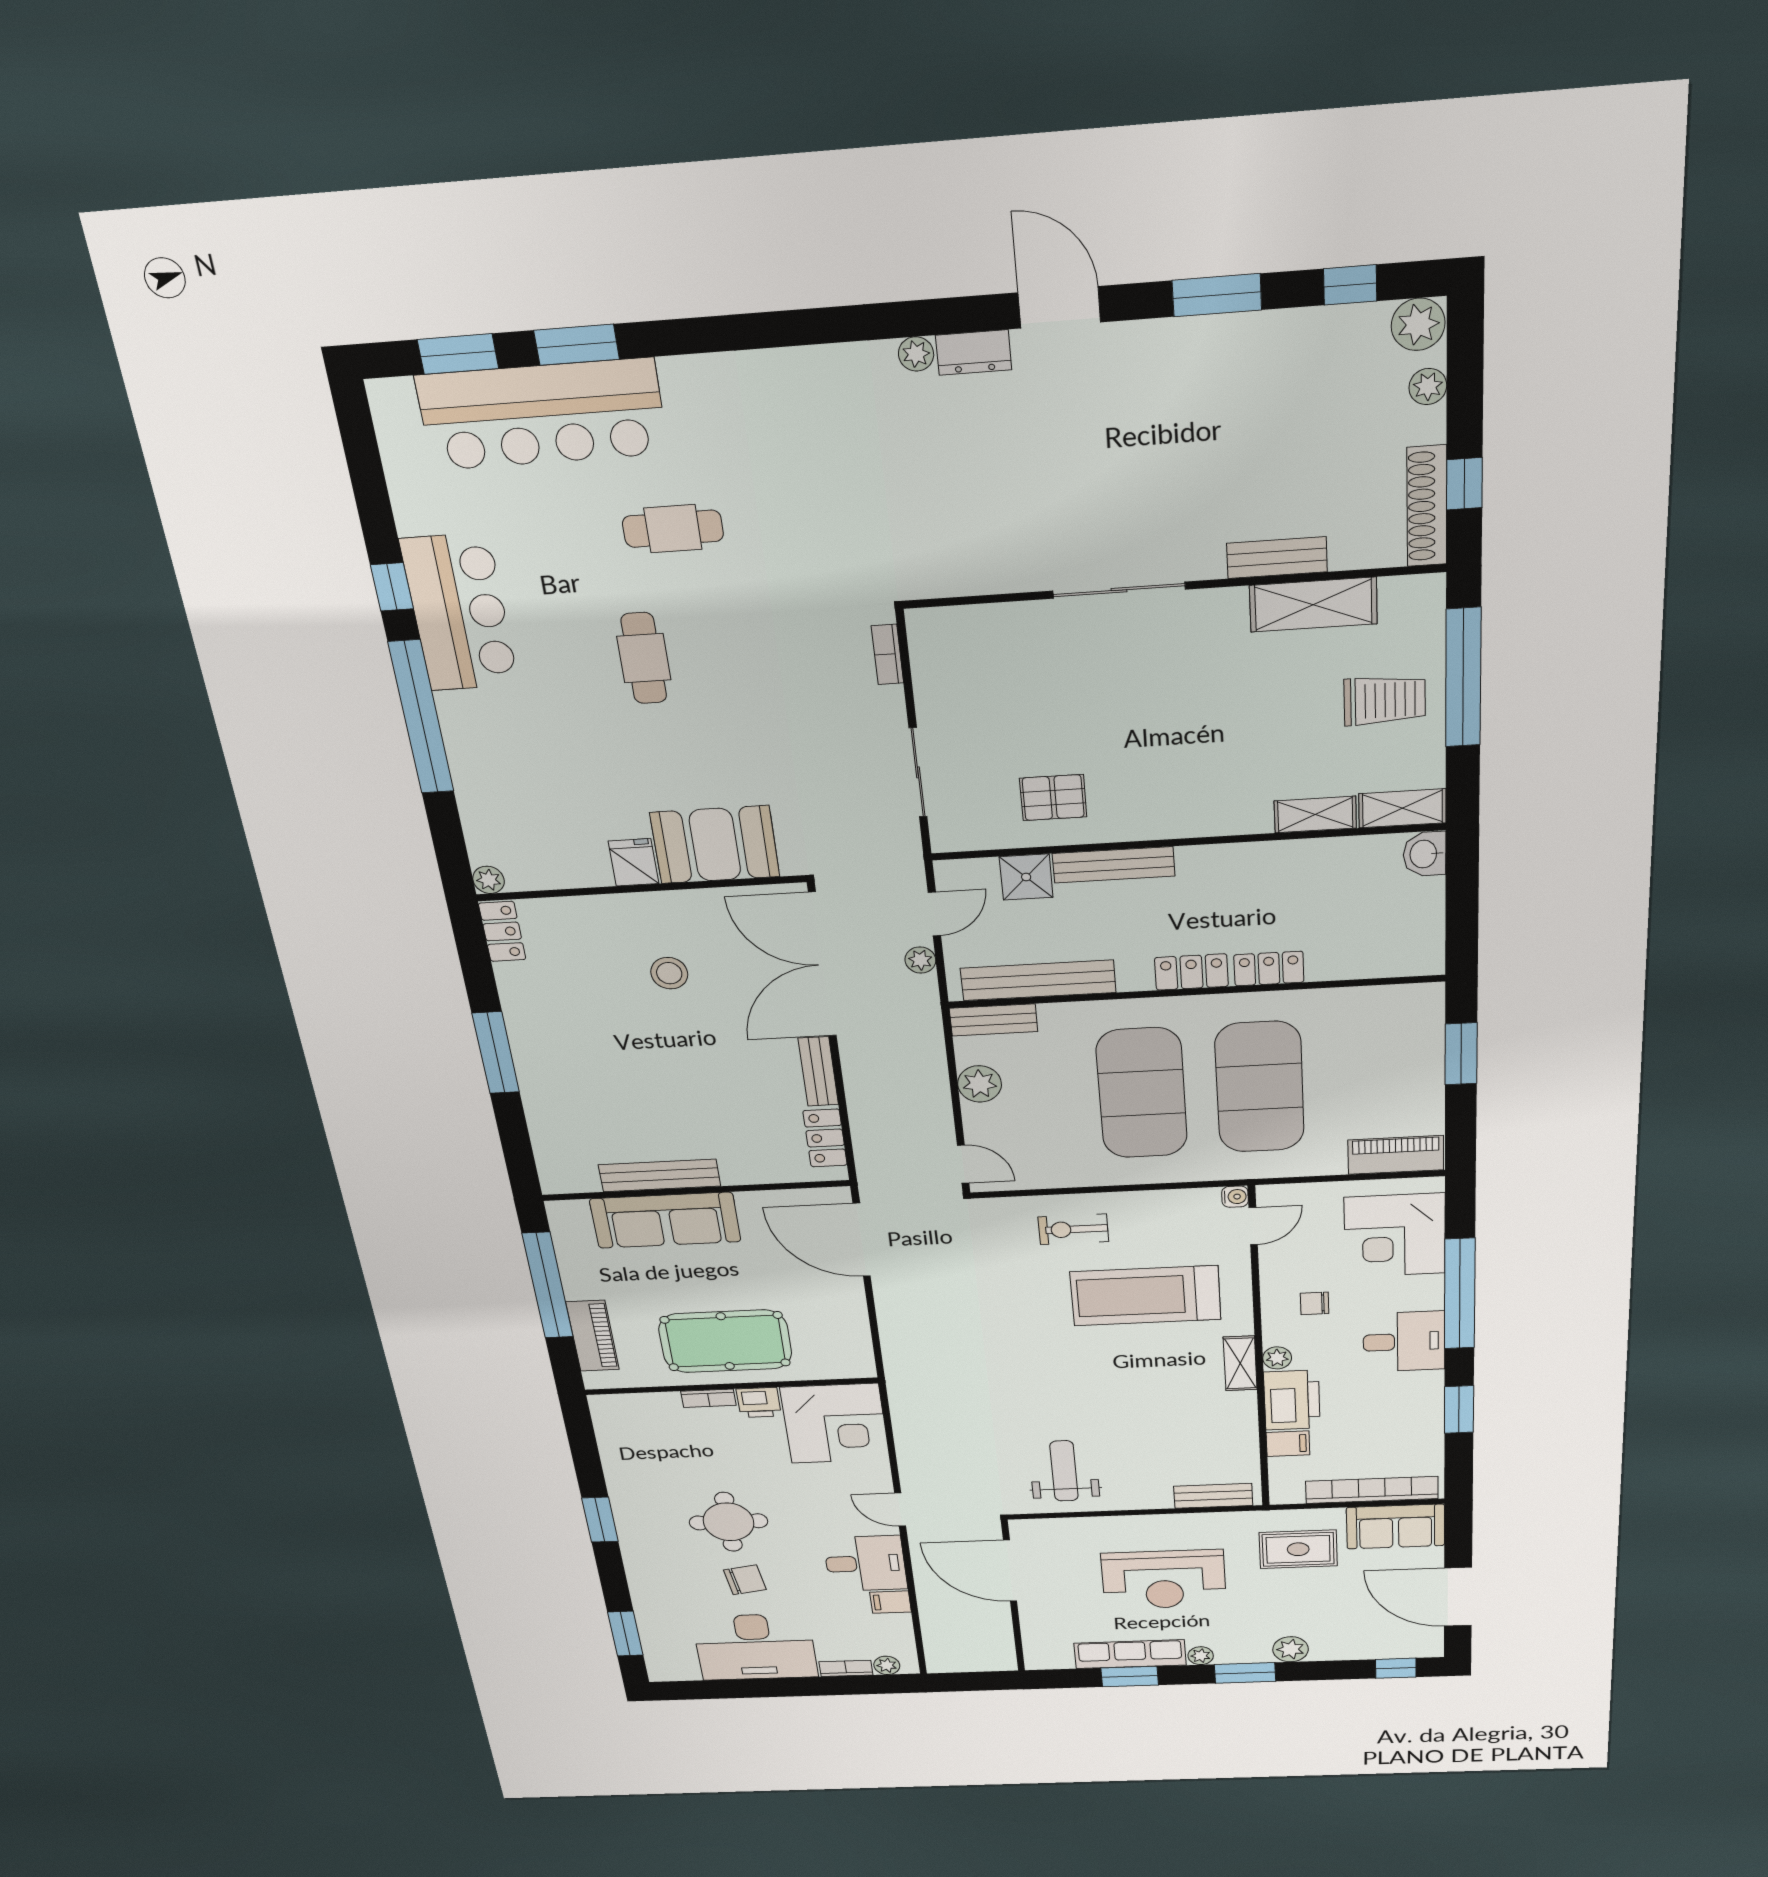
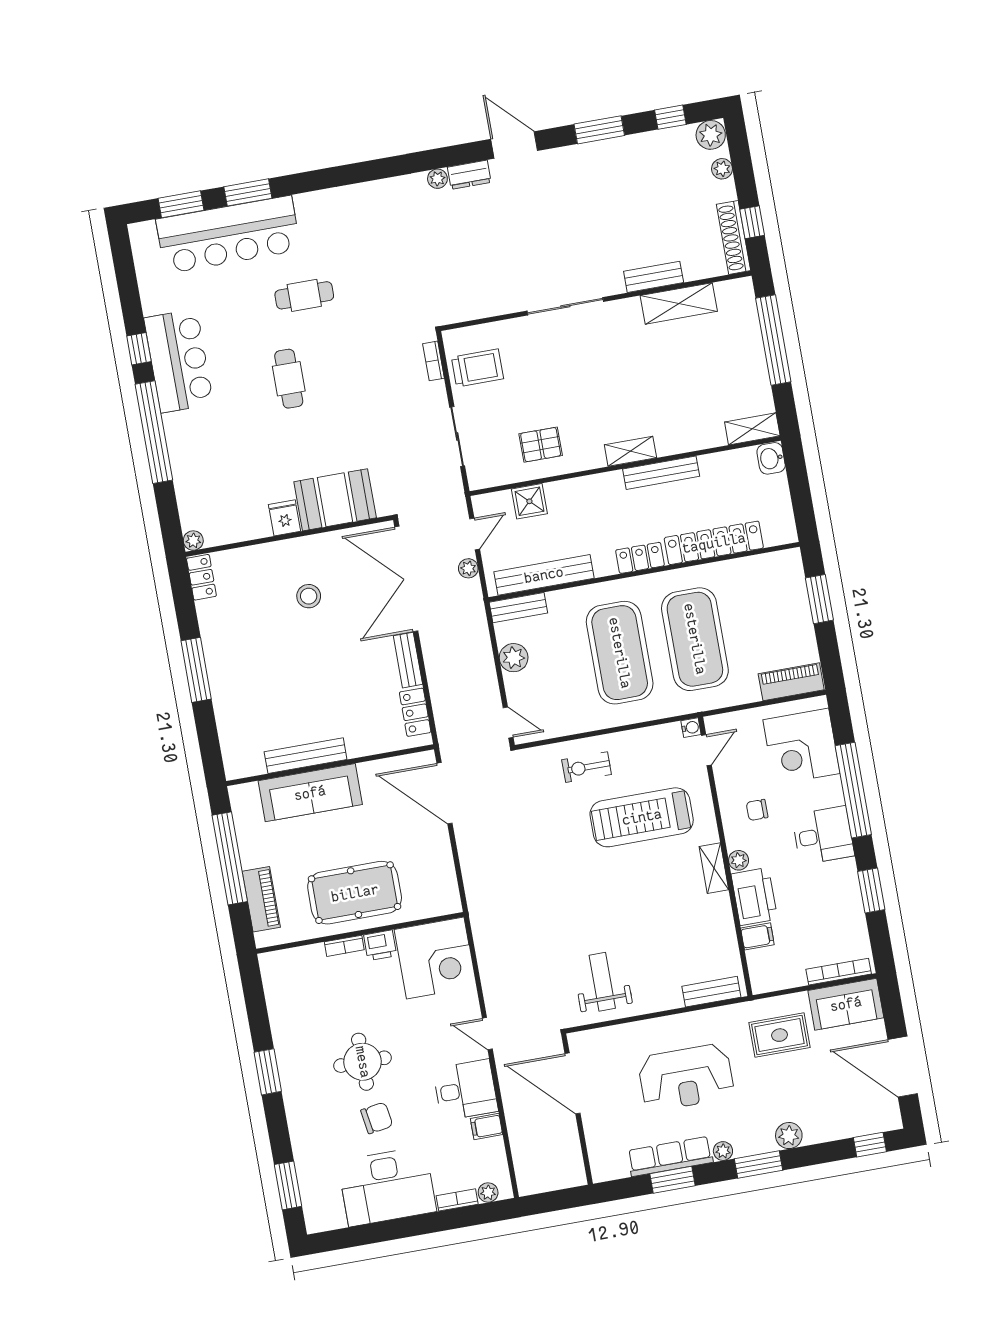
trolley: (1385, 700) -> (477, 368), moved
shelving: (1315, 815) -> (630, 451), moved
bench: (1114, 865) -> (661, 473), moved
locker: (1269, 969) -> (714, 543), width x2.16, depth x1.21
bookcase: (1372, 1490) -> (839, 972), width x0.68, depth x0.76

